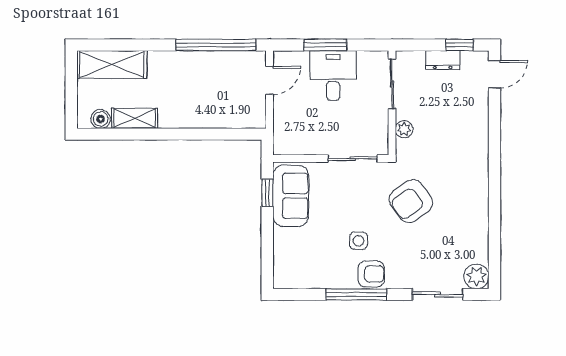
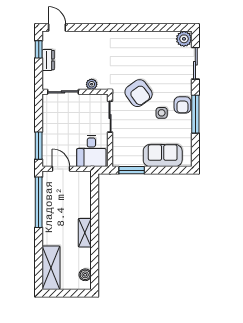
window: (325, 45) -> (39, 146), moved
desk: (333, 75) -> (91, 151), moved, turned -90
shelving: (135, 118) -> (85, 233), moved
window: (267, 193) -> (132, 170), width x1.50
sofa: (291, 196) -> (163, 155), moved
armchair: (411, 201) -> (139, 93), moved
armchair: (371, 274) -> (182, 105), turned 180

